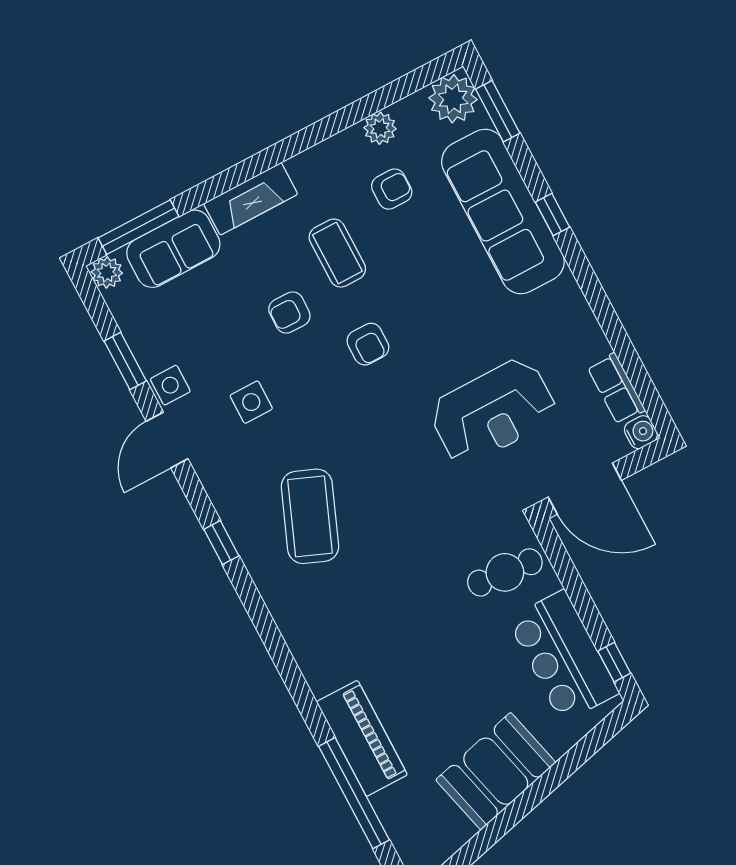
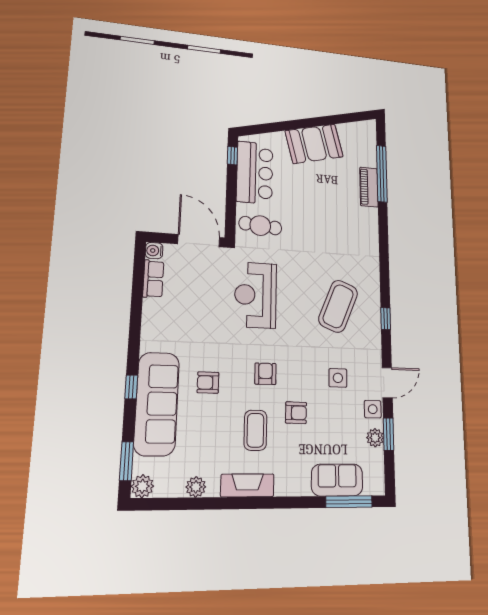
plant: (453, 99) -> (142, 486), width x0.73, depth x0.73
armchair: (392, 189) -> (208, 383), moved
fireplace: (251, 199) -> (247, 485), moved
plant: (107, 272) -> (375, 438), moved
reception desk: (493, 412) -> (256, 295), moved, turned -90
piano: (362, 738) -> (369, 187), width x0.73, depth x0.75

